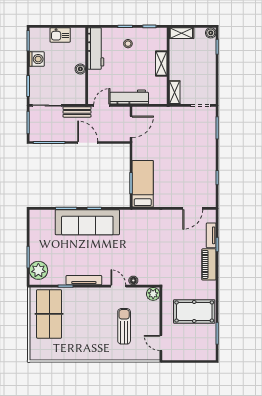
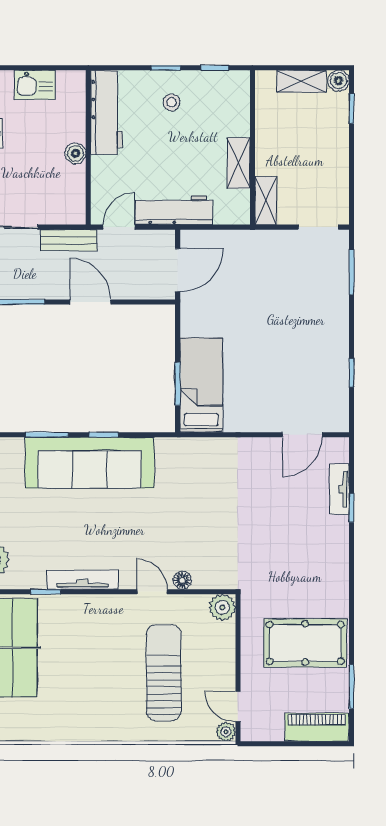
shelving: (181, 33) -> (302, 81), moved
shelving: (161, 64) -> (239, 163), moved
piano: (209, 264) -> (317, 727), moved, turned 90
sun lounger: (124, 326) -> (164, 673), width x1.36, depth x1.34
plant: (155, 356) -> (226, 732), added

